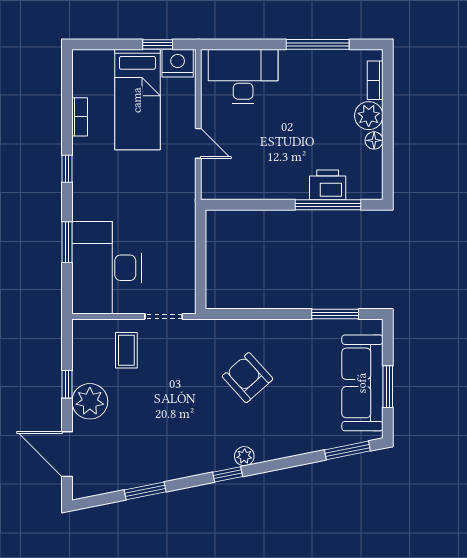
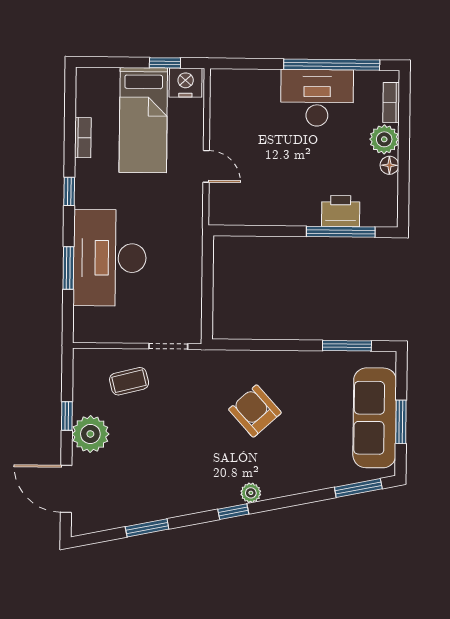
window: (318, 44) -> (332, 65), width x1.46
desk: (243, 76) -> (317, 98), moved
desk: (107, 268) -> (110, 258), moved
coffee table: (126, 350) -> (129, 381), turned 76

